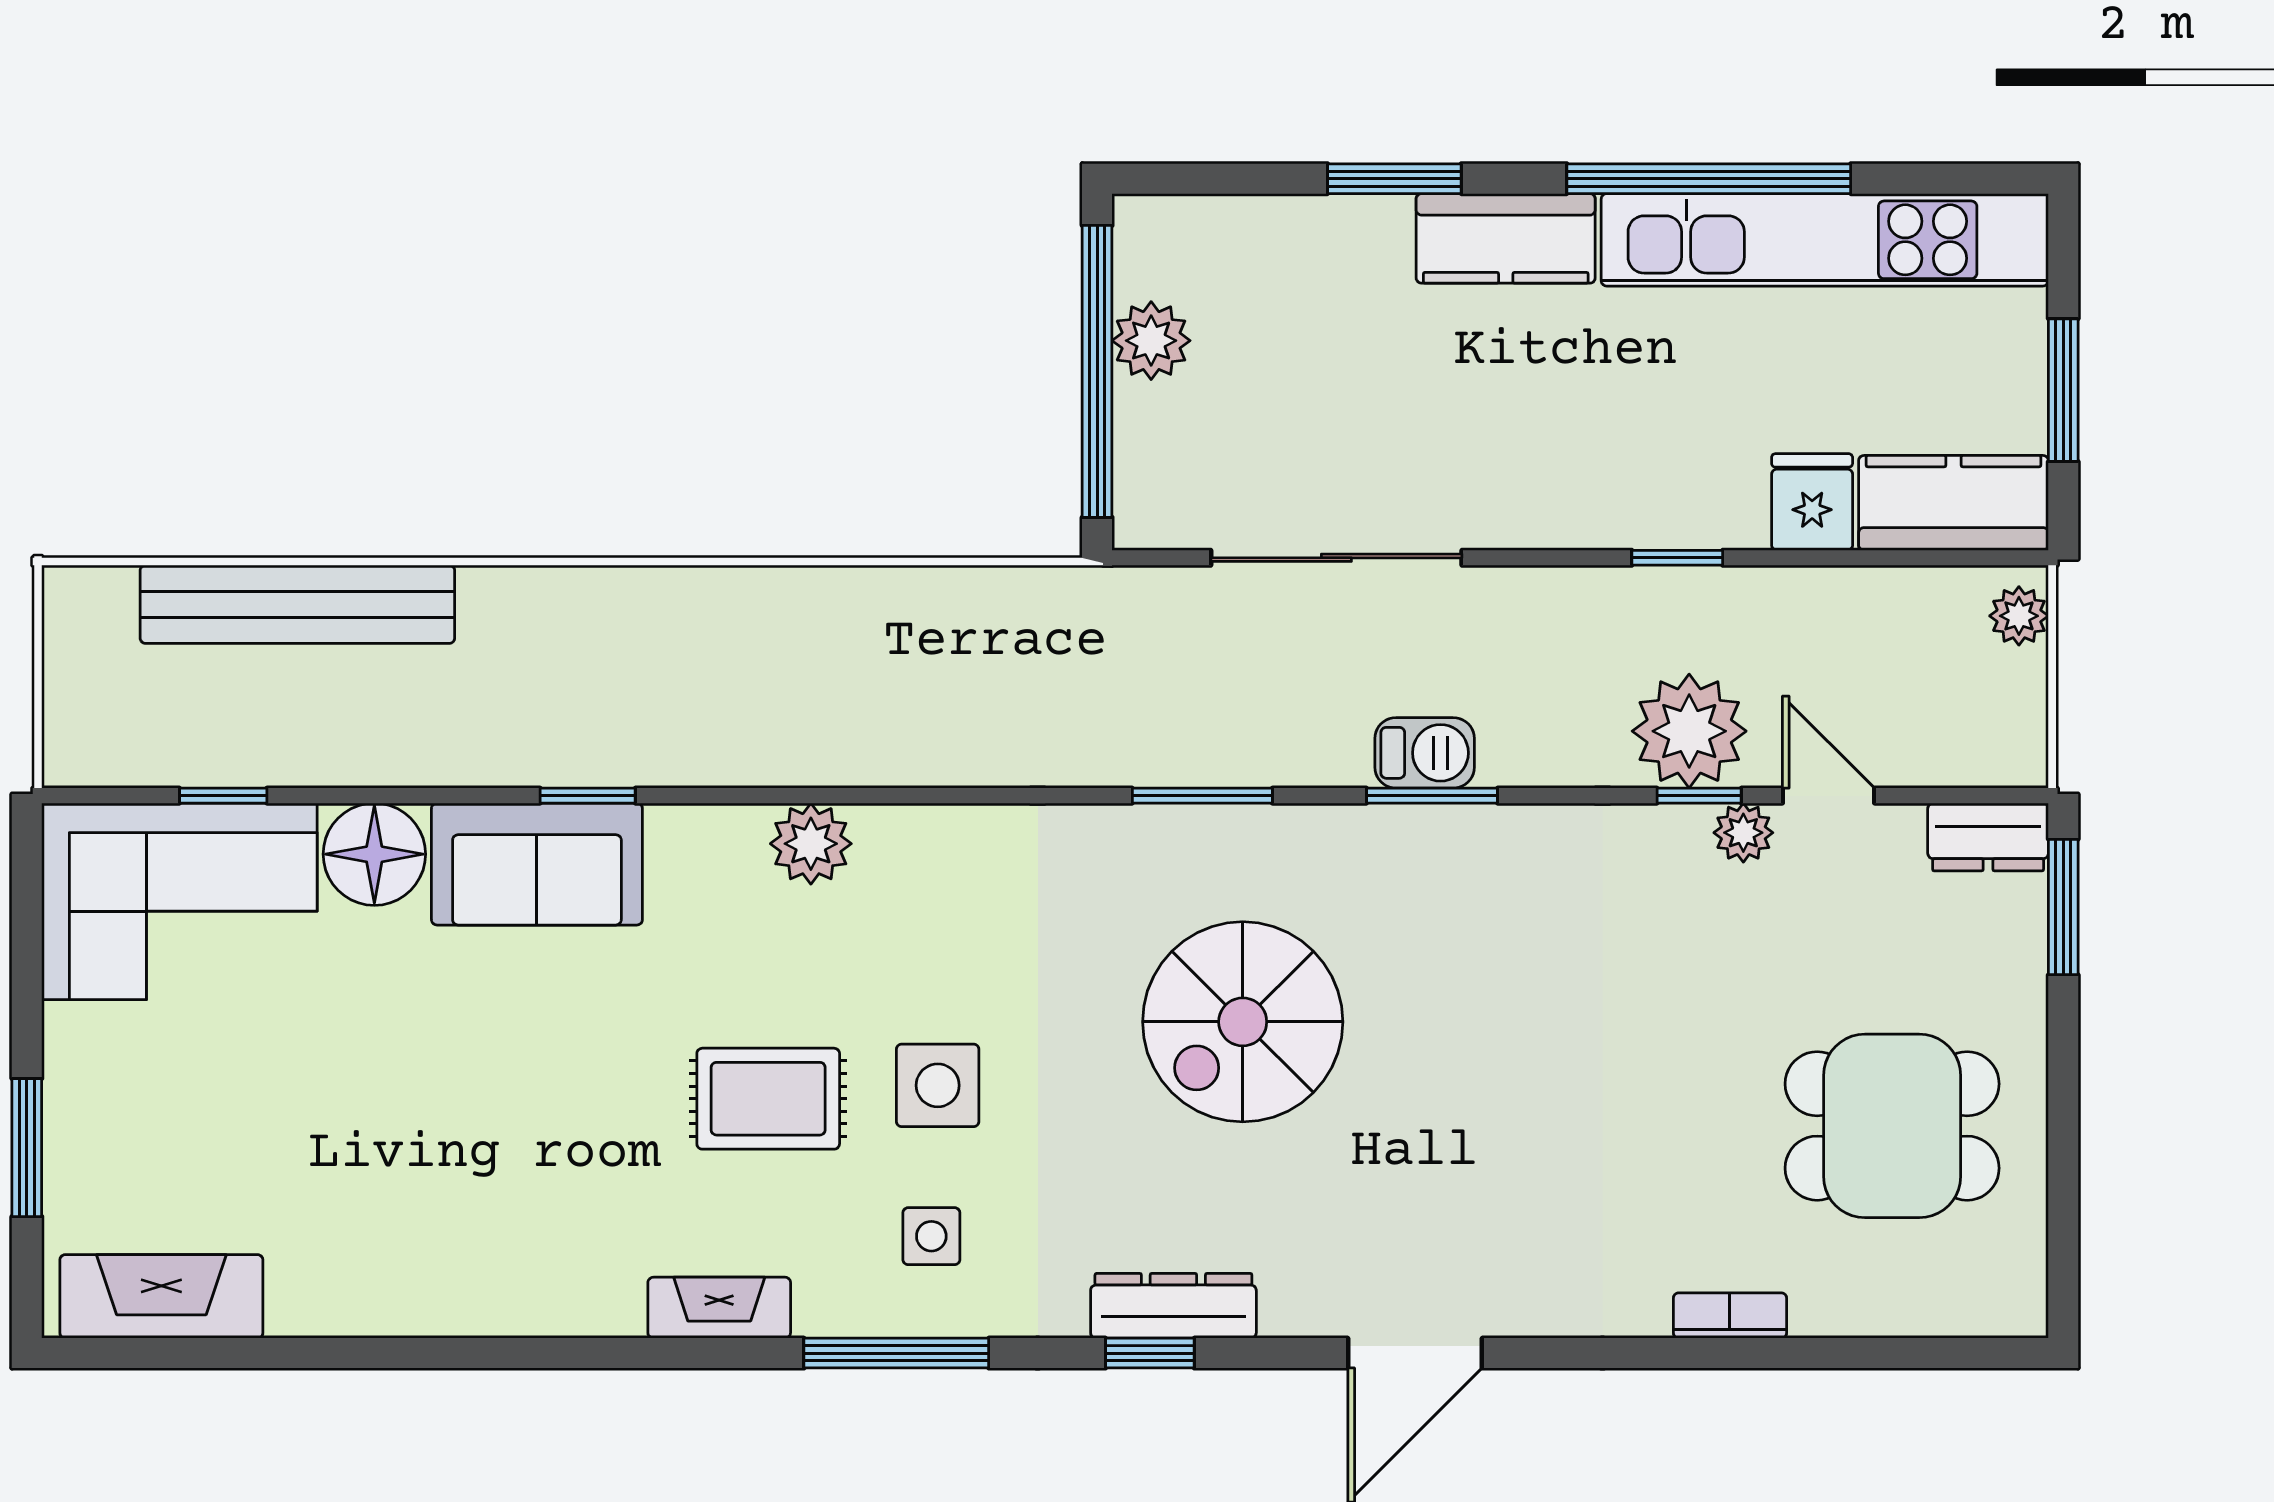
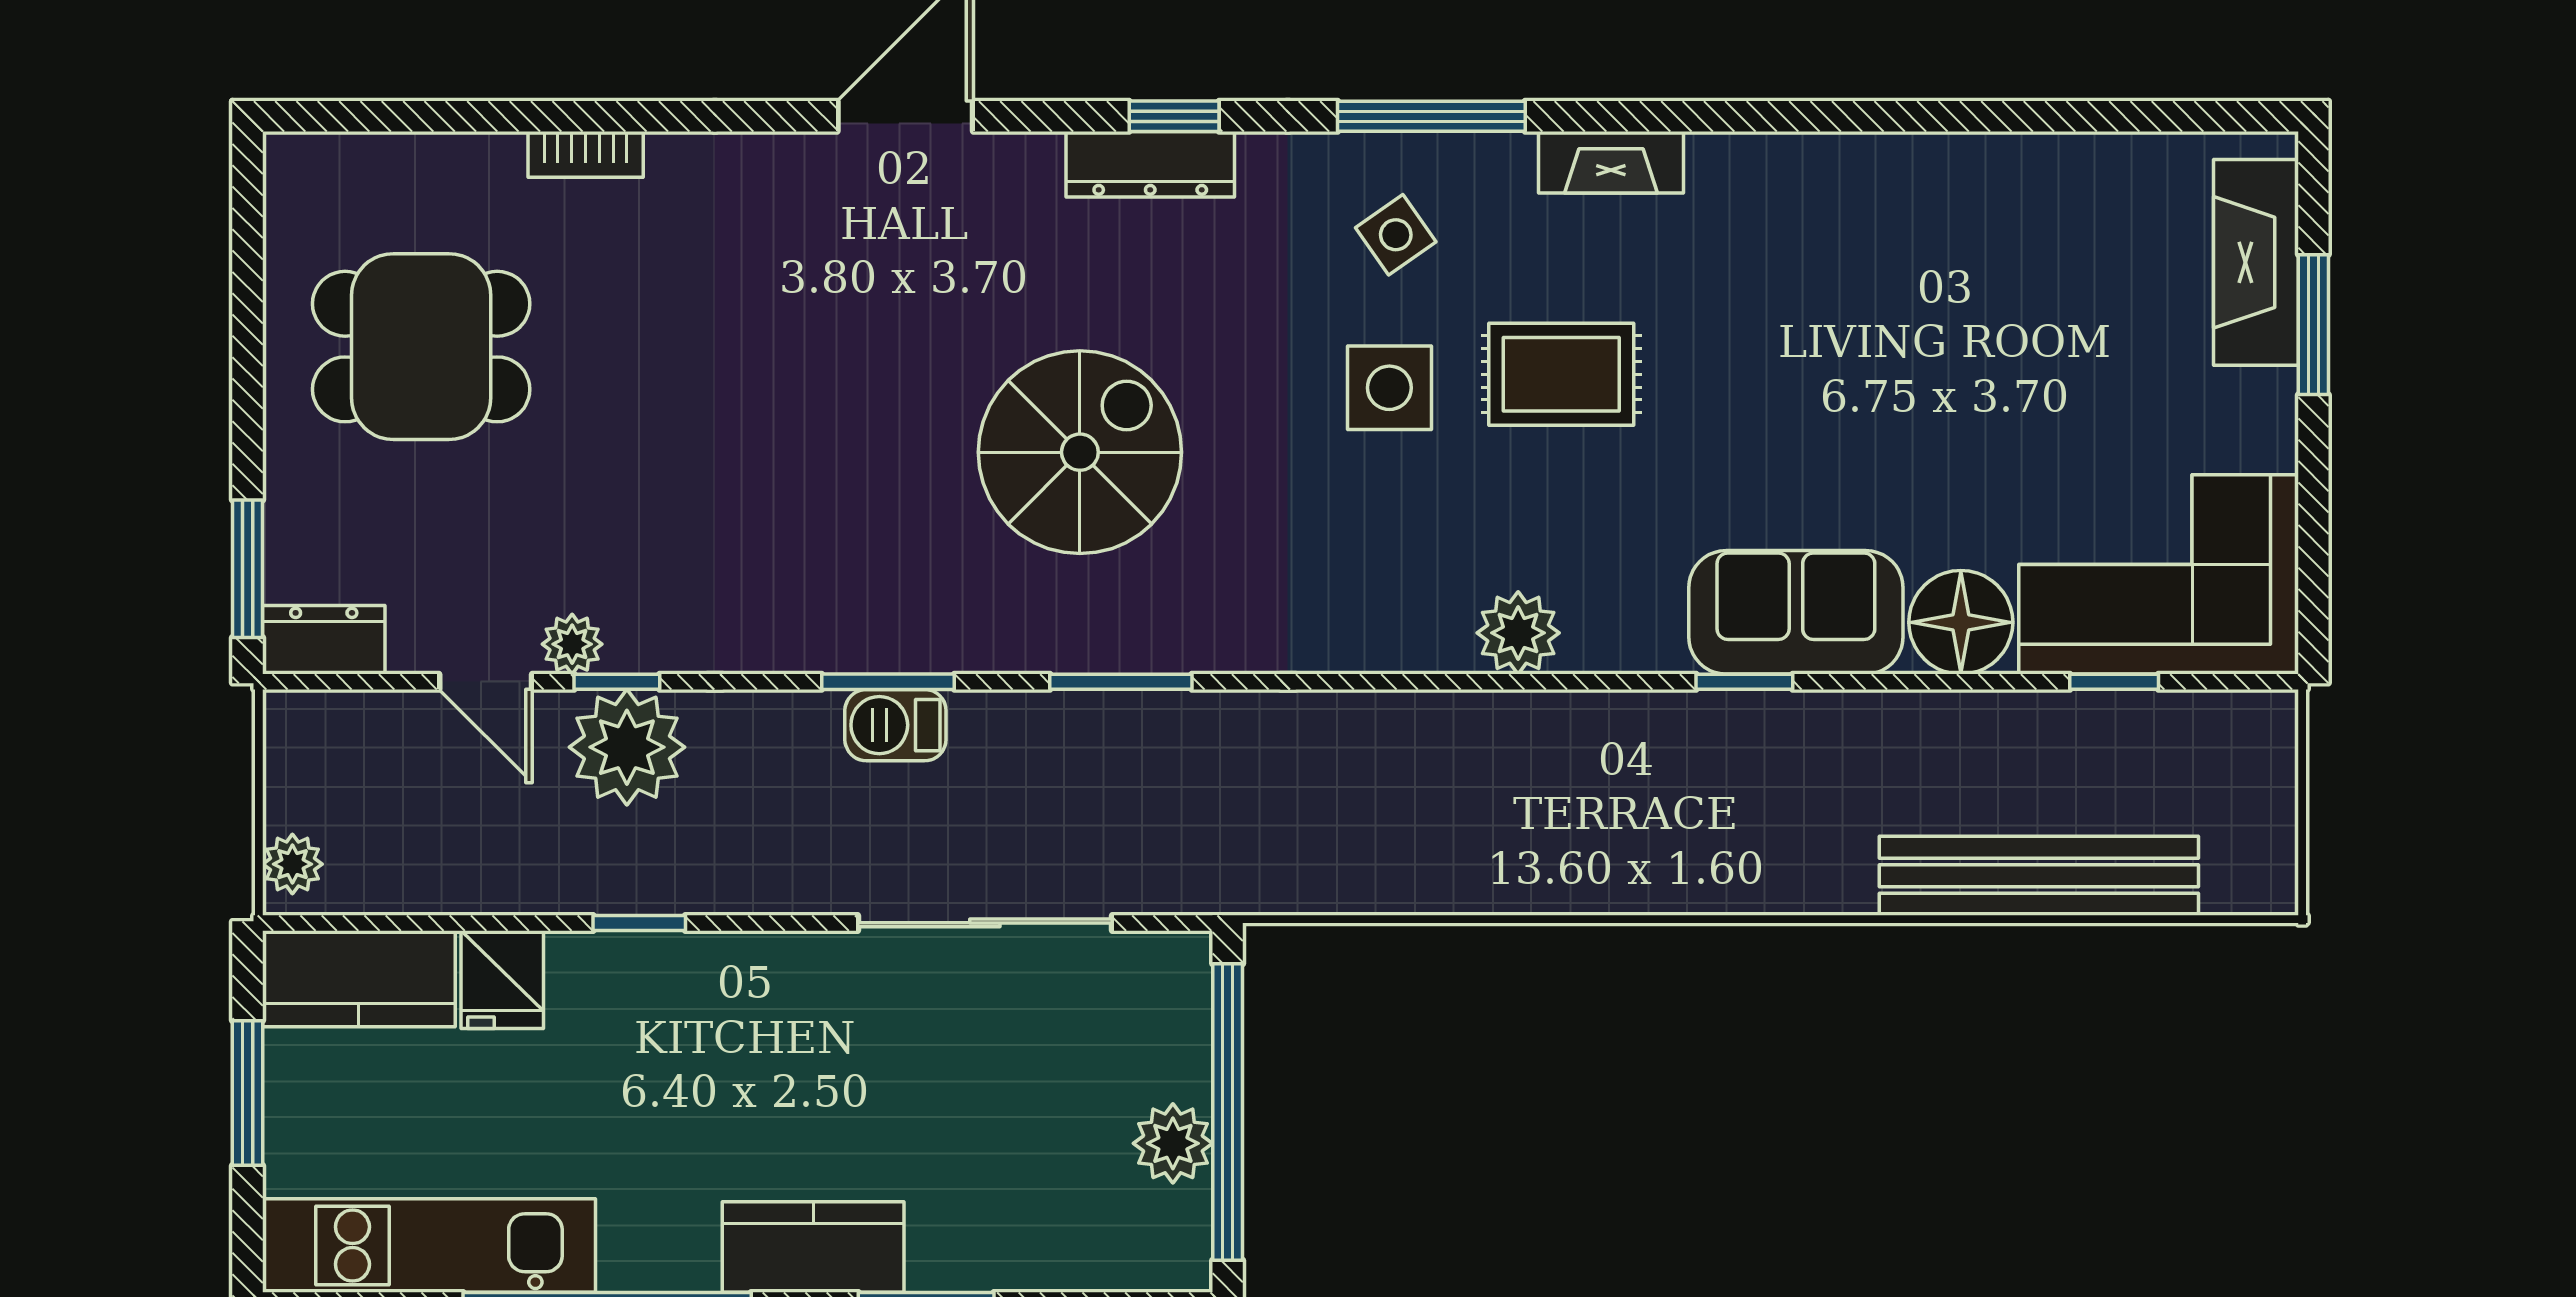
kitchen unit: (1825, 240) -> (429, 1246), width x0.73
side table: (931, 1236) -> (1396, 235), turned -35
fireplace: (161, 1296) -> (2256, 262), moved, turned 90

